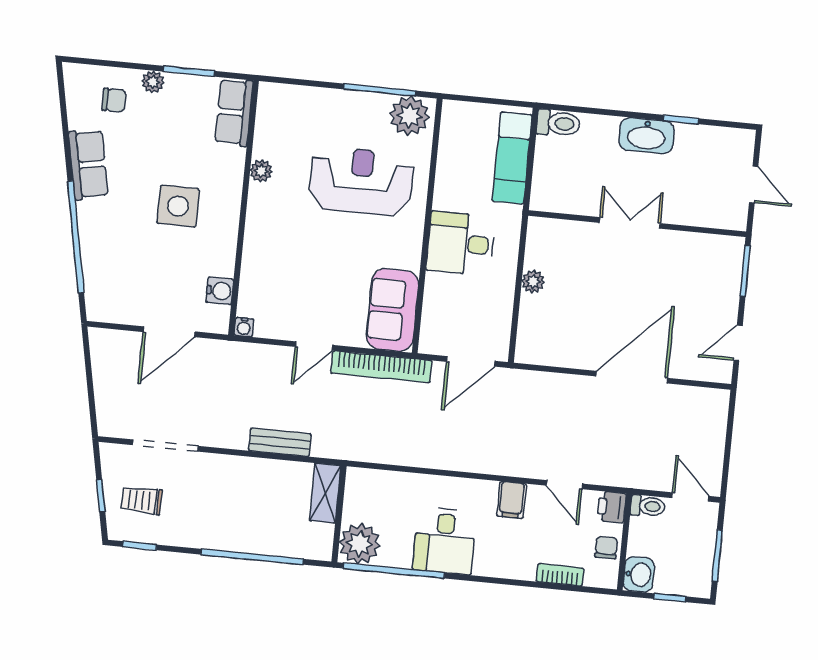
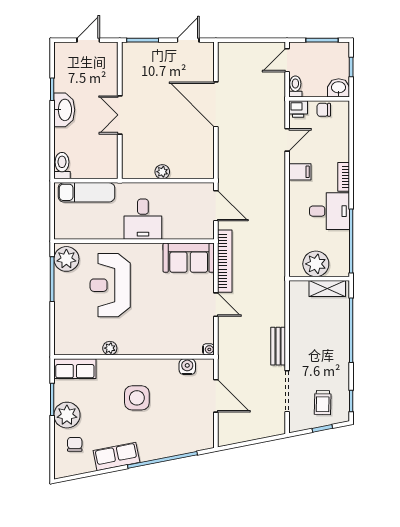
plant: (153, 82) -> (67, 415), width x1.88, depth x1.88
door: (738, 343) -> (188, 40), swing flipped
bench: (280, 442) -> (278, 346), moved
shelving: (325, 493) -> (327, 289), moved
plant: (360, 544) -> (316, 264), moved
bookcase: (560, 575) -> (344, 177), moved

